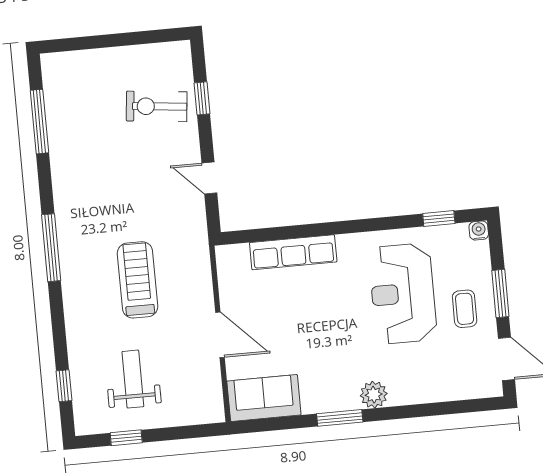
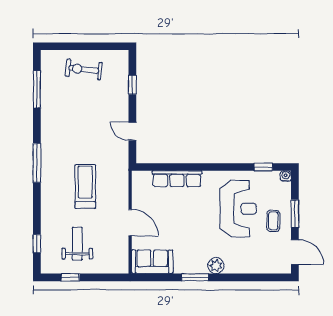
exercise bike: (157, 106) -> (84, 69), moved
reception desk: (403, 294) -> (238, 209), turned 180

